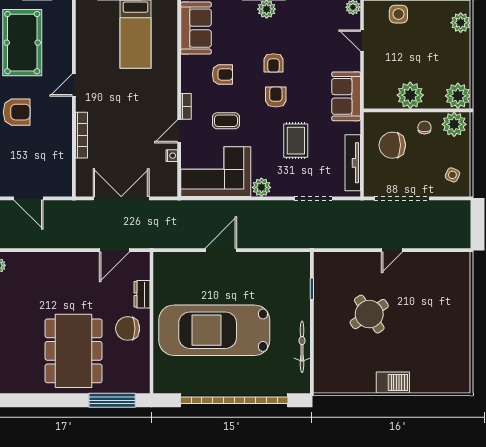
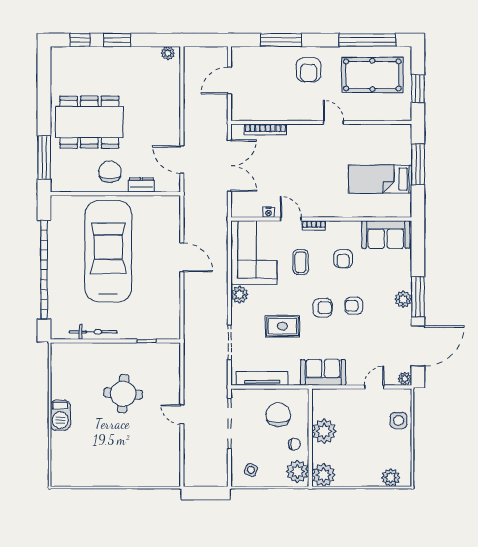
bookcase: (81, 135) -> (265, 129), moved
round table: (369, 314) -> (123, 394), turned 38

